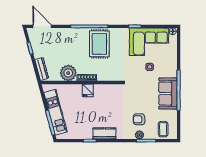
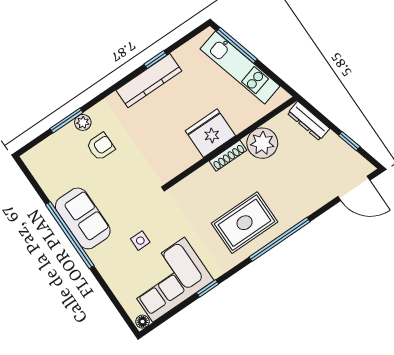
rug: (99, 44) -> (245, 223), turned 90
fridge: (88, 90) -> (210, 133), width x1.88, depth x1.34
coffee table: (163, 129) -> (52, 157), removed
kitchen counter: (104, 133) -> (149, 81), width x1.50

